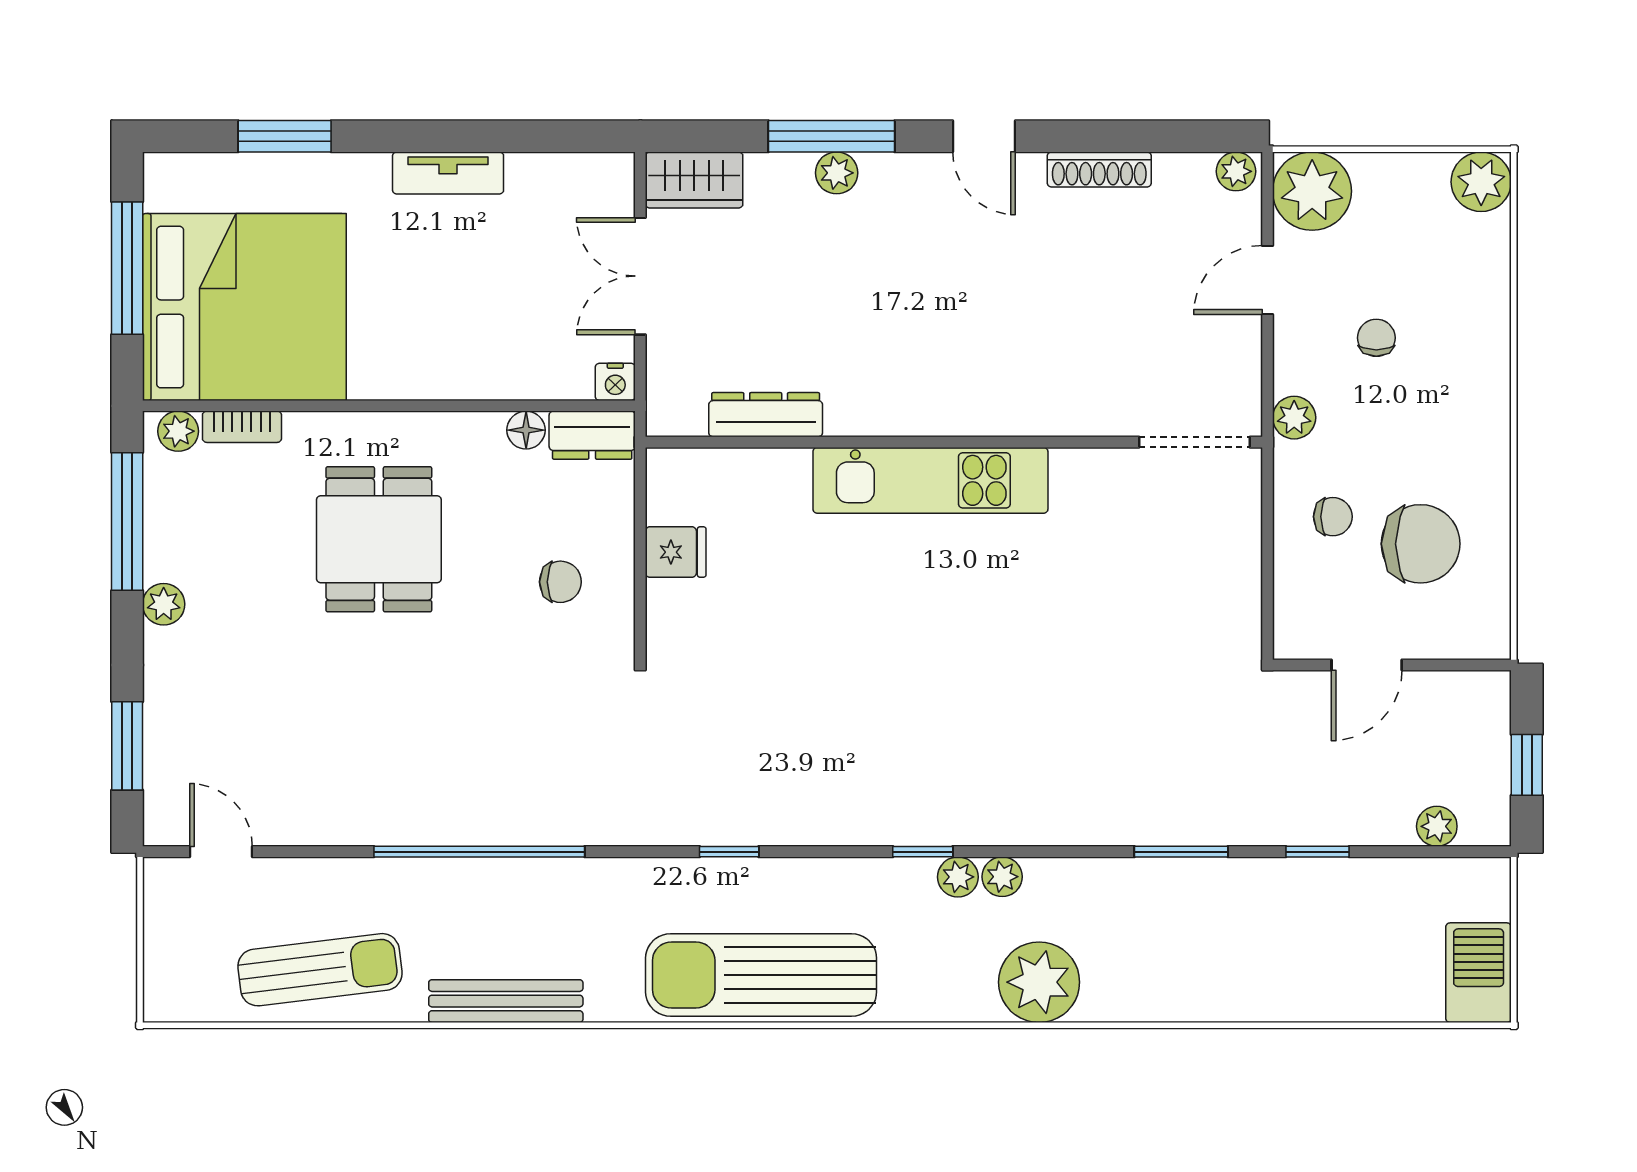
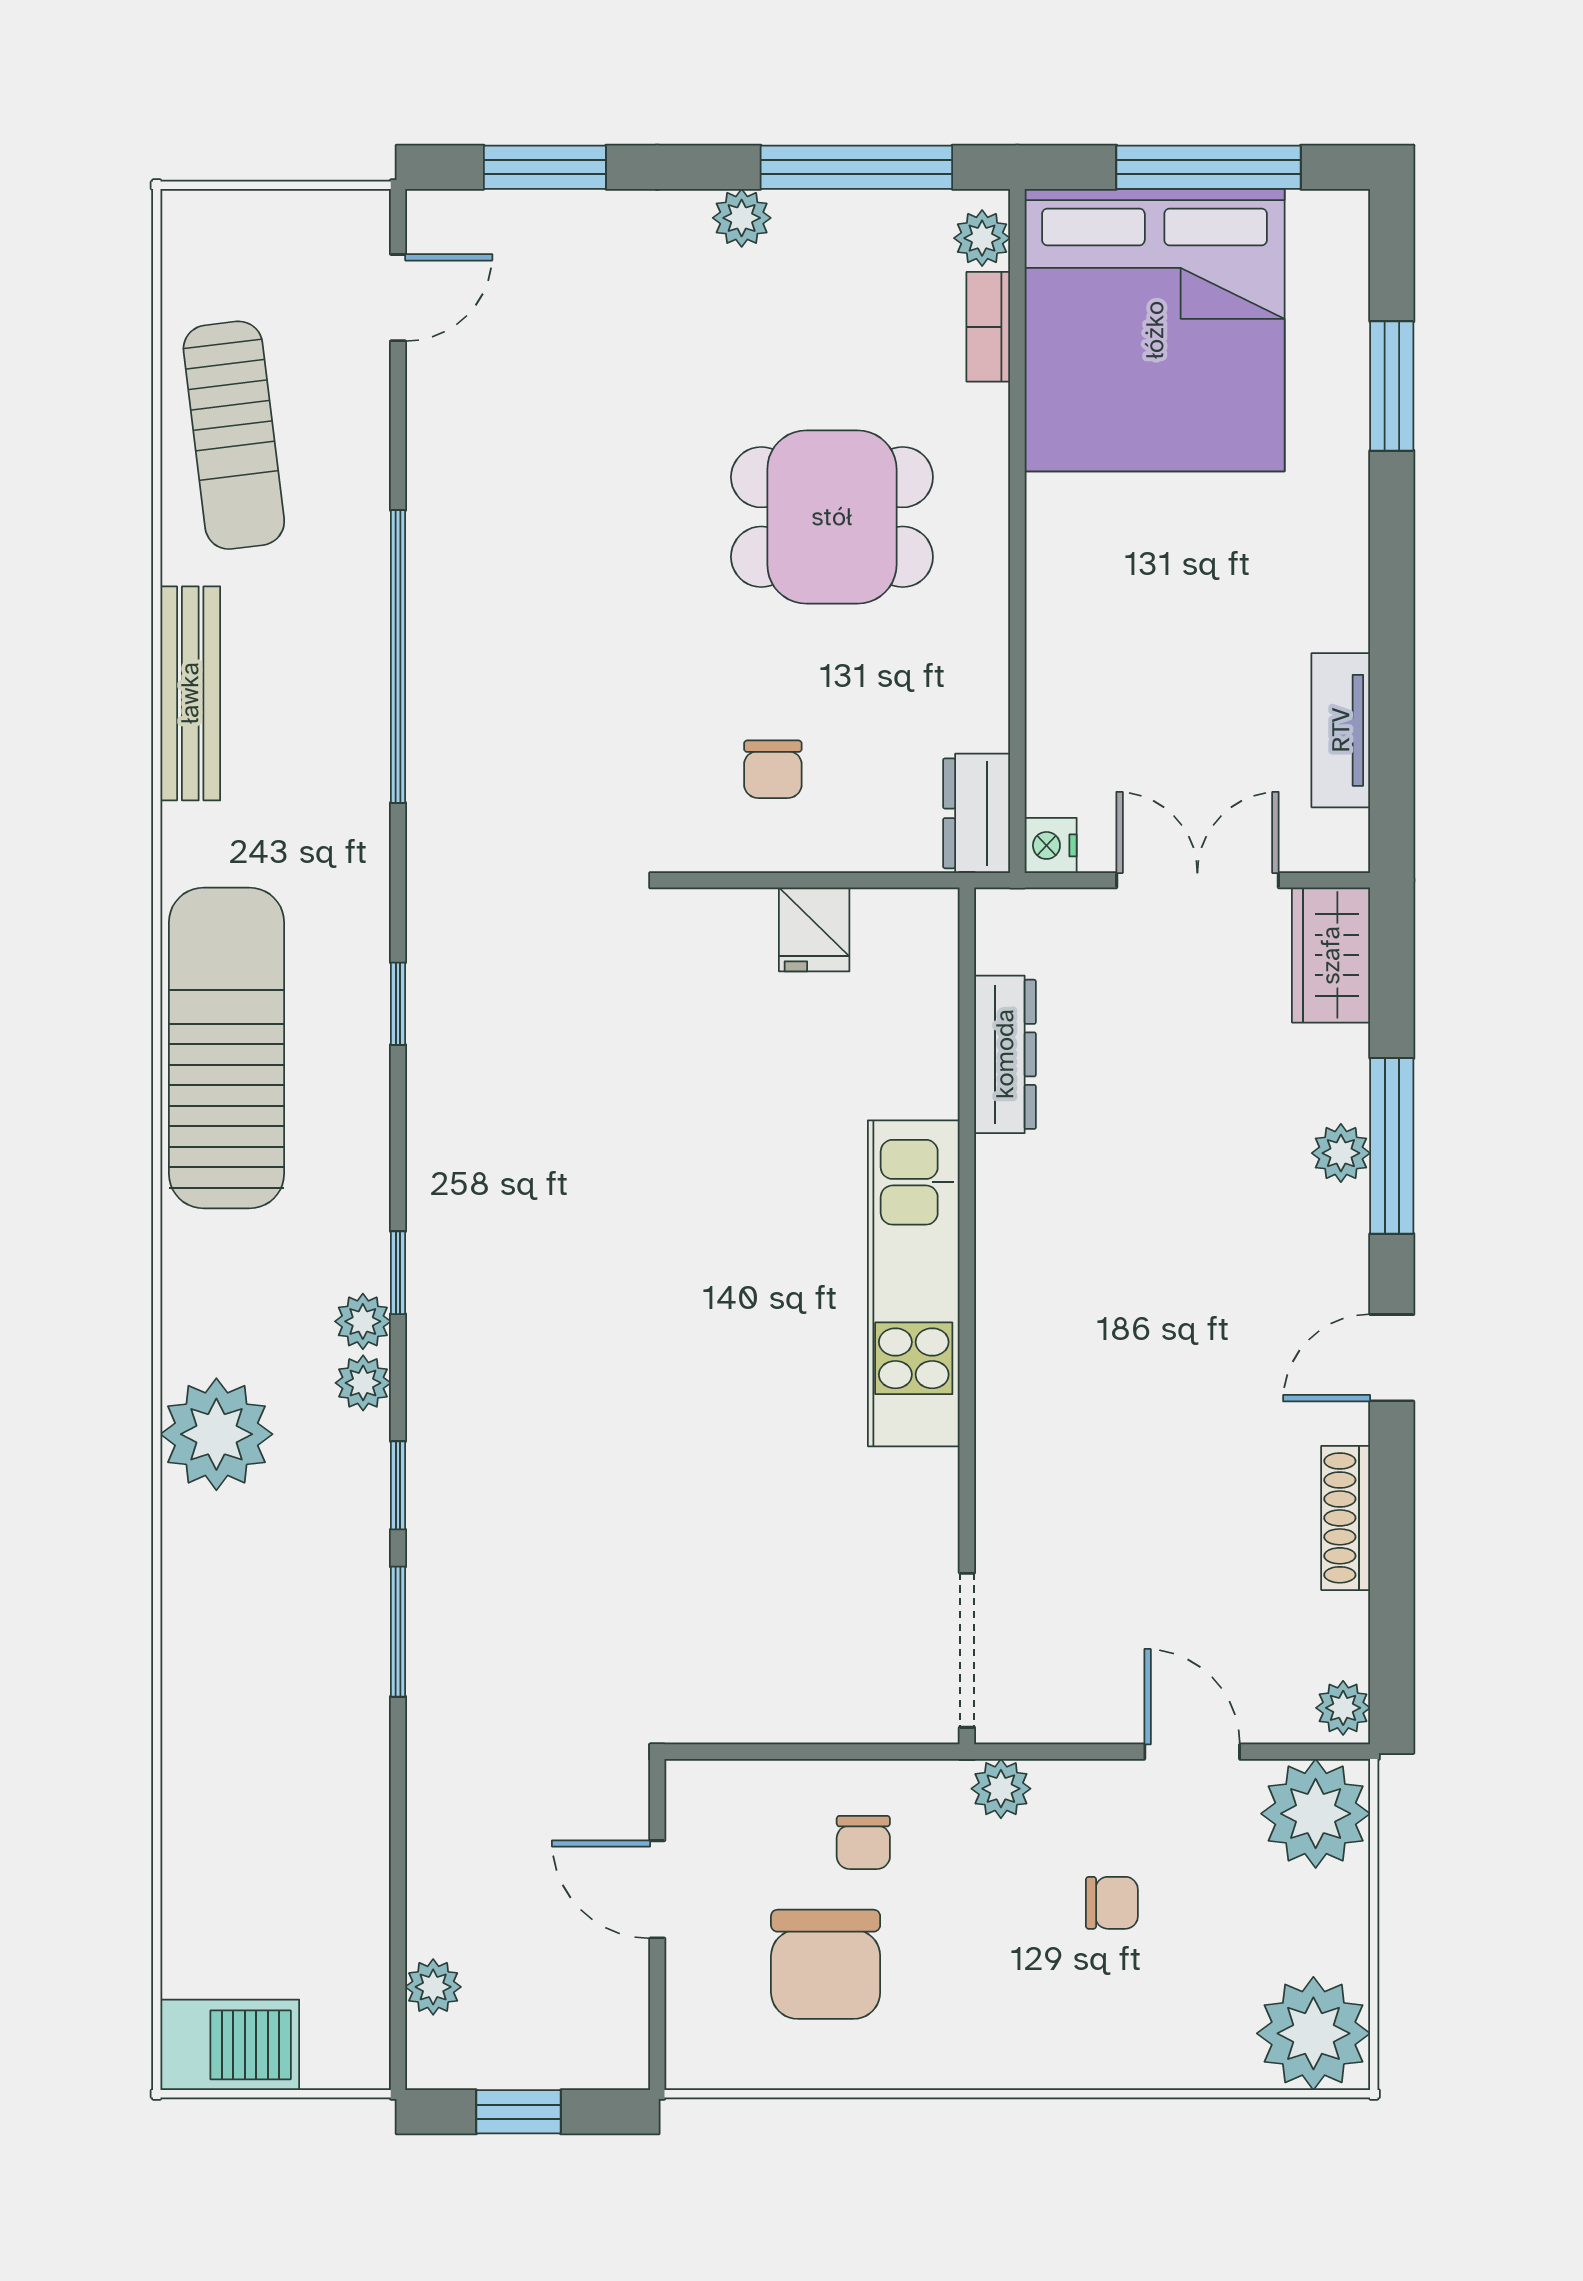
tv unit: (448, 173) -> (1341, 730), moved
plant: (1481, 182) -> (1313, 2033), width x1.36, depth x1.36
floor lamp: (526, 430) -> (984, 721), removed
window: (1318, 852) -> (398, 1485), moved

